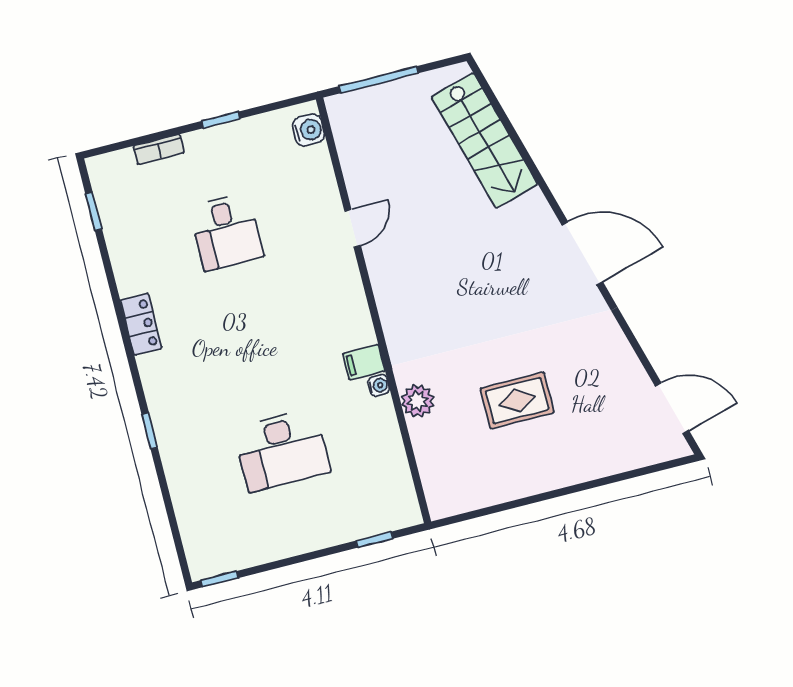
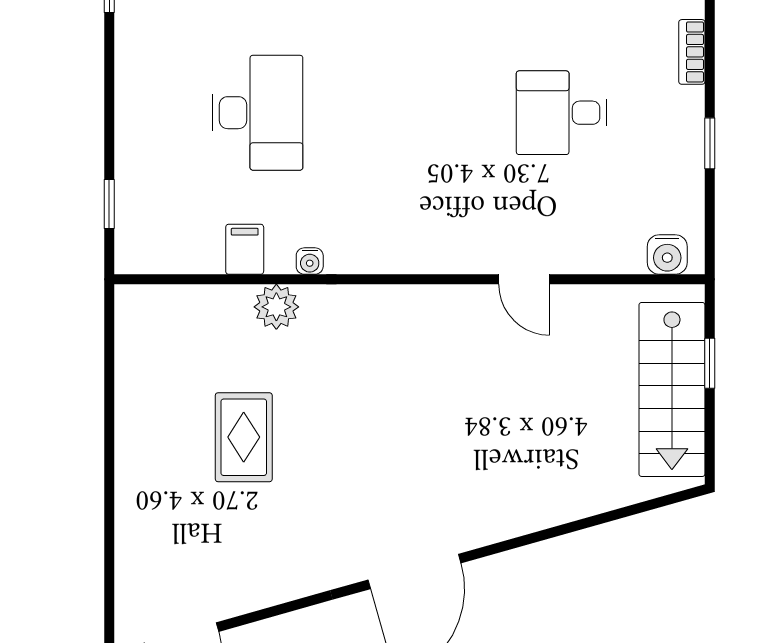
window: (379, 80) -> (710, 363), width x0.46
stairs: (485, 141) -> (672, 389), moved, turned -74
filing cabinet: (364, 362) -> (245, 249), moved
desk: (282, 450) -> (257, 113), turned 180

